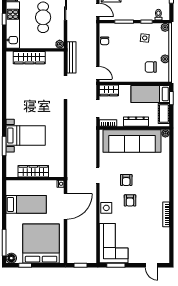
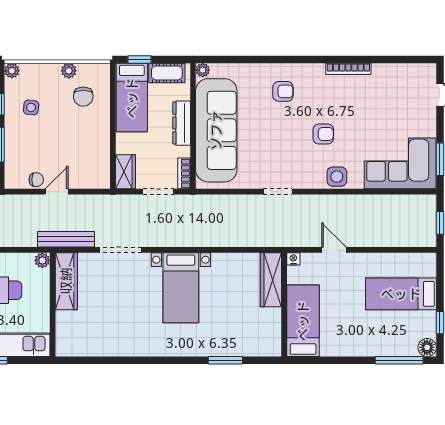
wardrobe: (29, 58) -> (66, 281), moved
door: (98, 73) -> (57, 192), moved
bed with nightstands: (26, 136) -> (181, 288), moved, turned 180
wardrobe: (33, 171) -> (271, 280), moved
armchair: (126, 180) -> (283, 91), moved
bed: (26, 204) -> (303, 321), moved
door: (66, 206) -> (334, 250), width x0.53
bed: (41, 244) -> (401, 294), width x0.49

